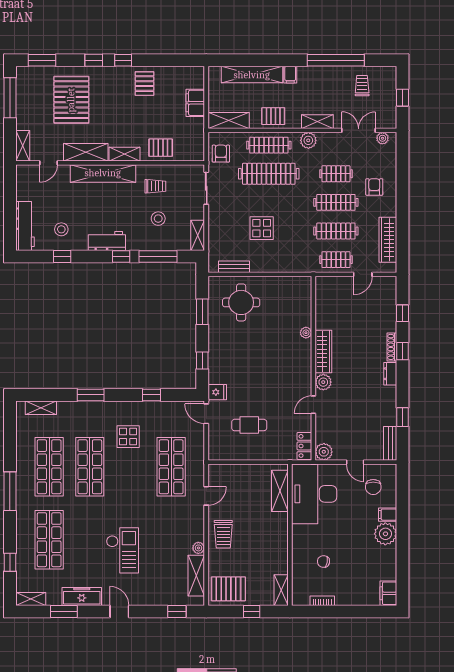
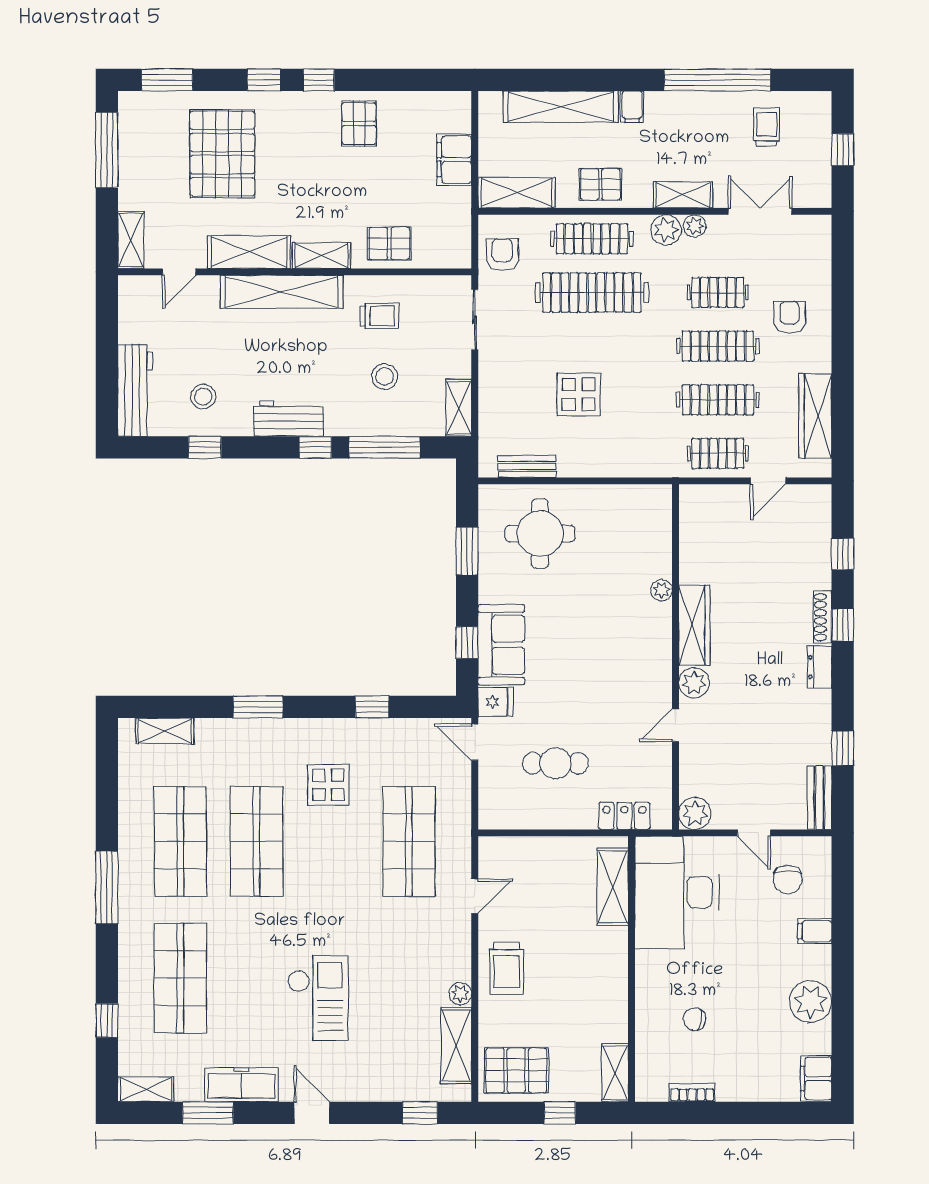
plant: (382, 138) -> (695, 226), moved
sofa: (220, 362) -> (501, 645), added
locker: (304, 446) -> (624, 816), moved, turned 90
plant: (385, 534) -> (811, 1002), moved

